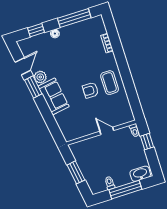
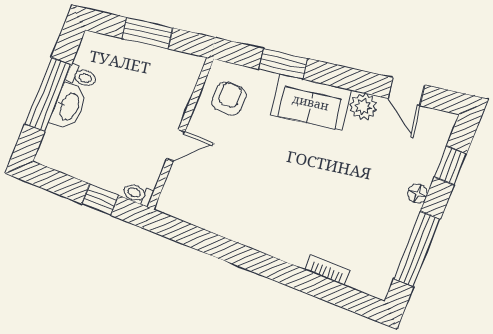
coffee table: (110, 83) -> (256, 219), removed
window: (33, 87) -> (283, 64), moved
armchair: (90, 90) -> (229, 99), moved
washbasin: (140, 174) -> (69, 107), moved

